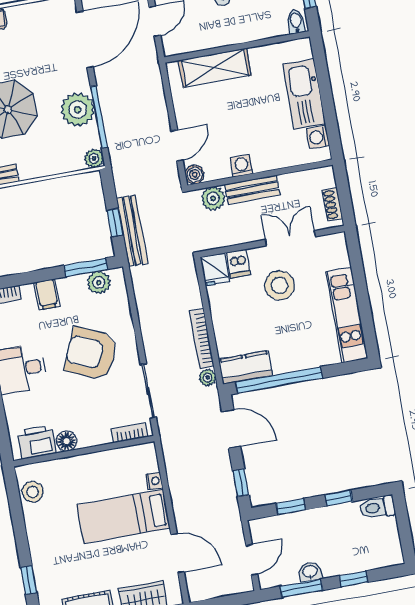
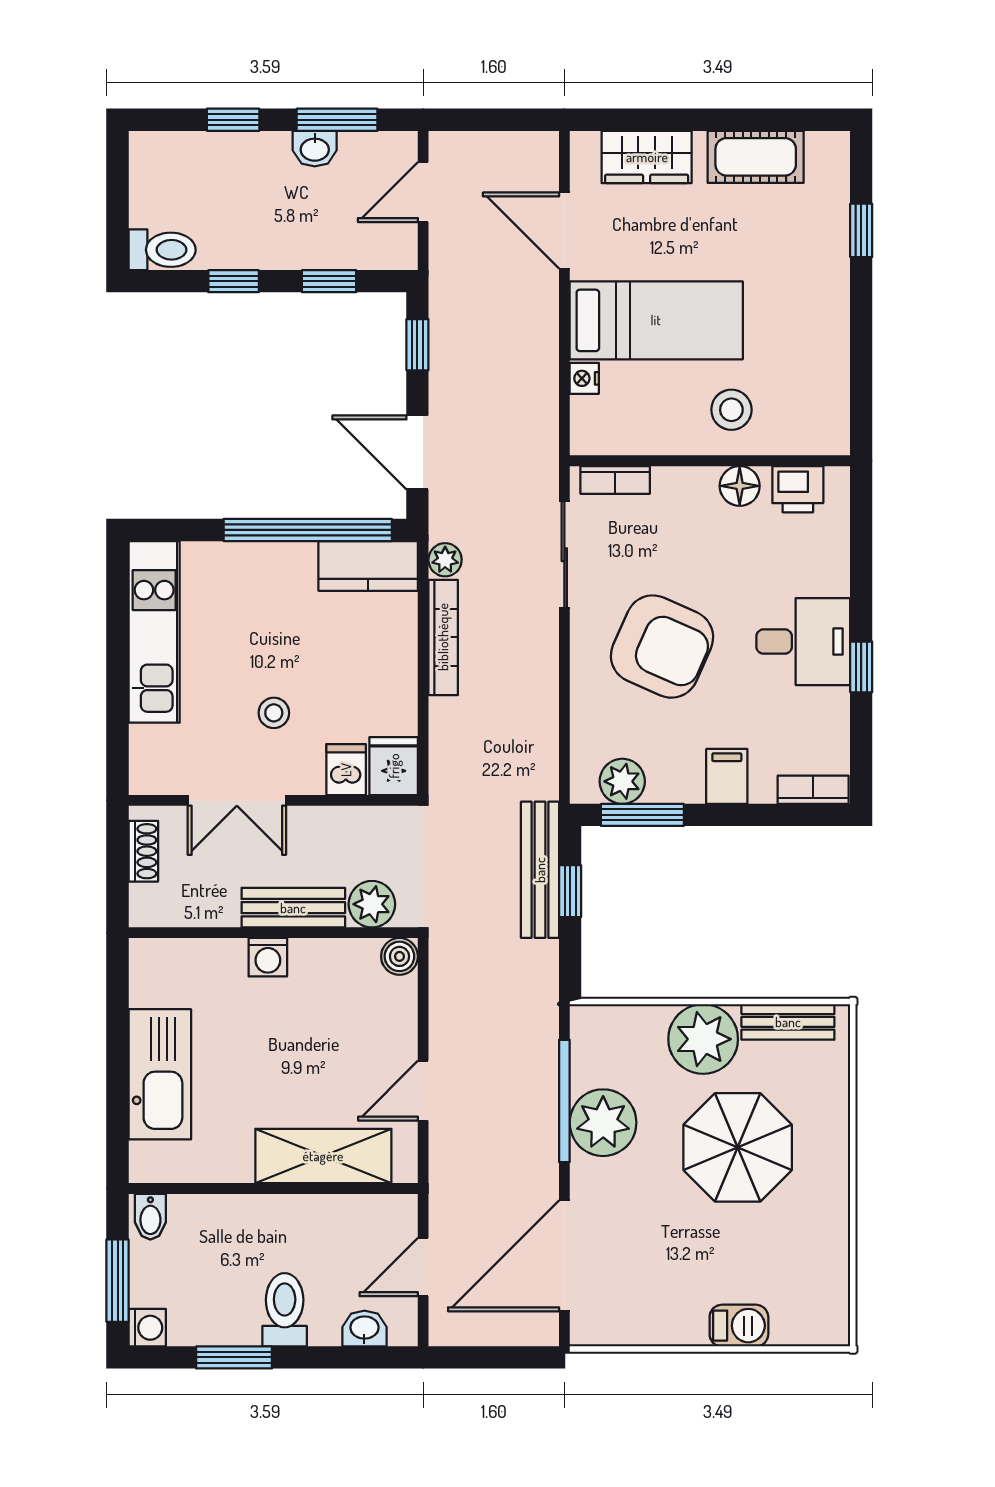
washing machine: (318, 137) -> (148, 986), removed
door: (177, 145) -> (423, 1091), moved
plant: (94, 158) -> (703, 1039), moved, width x1.88, depth x1.88
washing machine: (242, 166) -> (268, 957), moved
stool: (280, 285) -> (274, 713), width x0.53, depth x0.53
printer: (37, 442) -> (798, 489), width x0.73, depth x0.81
stool: (33, 492) -> (731, 410), moved

